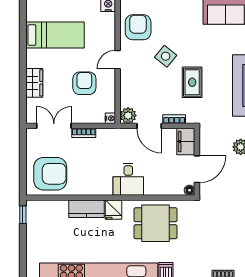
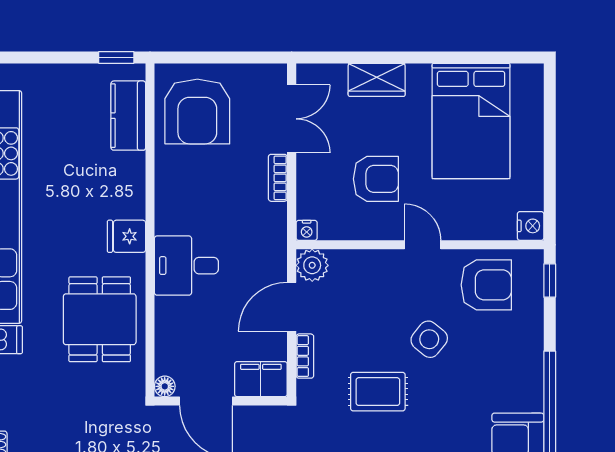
bed: (55, 35) -> (471, 121), width x1.50
kitchen counter: (87, 209) -> (128, 116), moved

